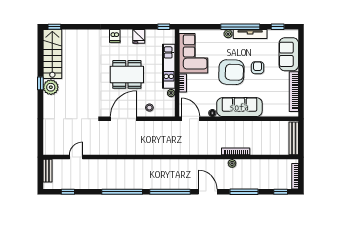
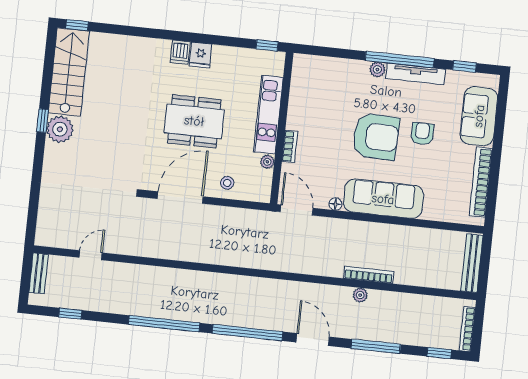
fridge: (139, 36) -> (201, 55), moved
corner sofa: (193, 53) -> (314, 97), removed

